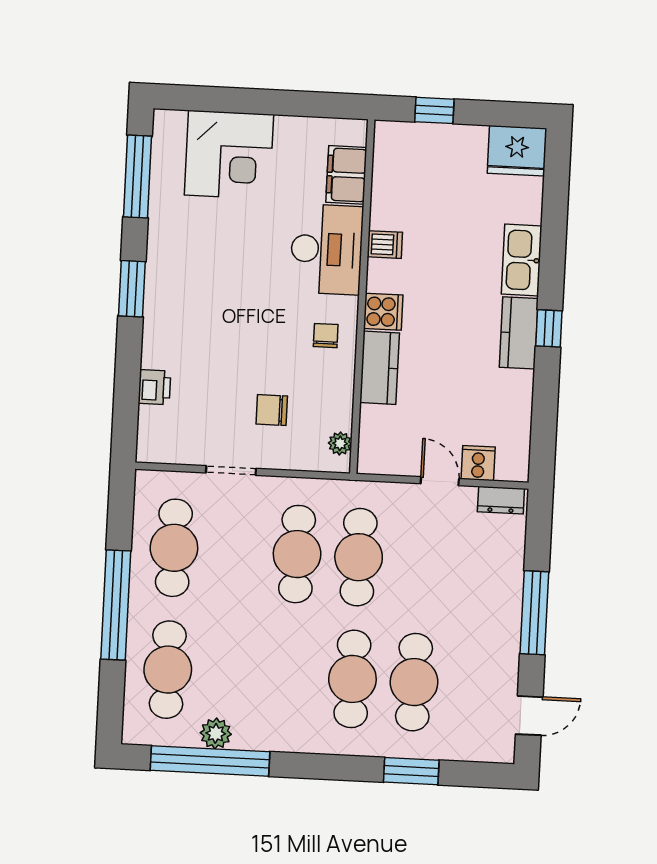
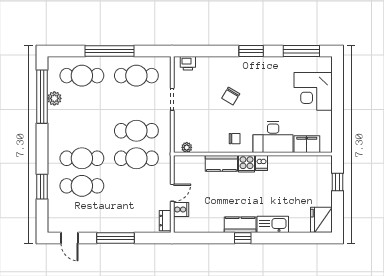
dishwasher: (385, 245) -> (261, 163), moved
printer: (154, 387) -> (188, 63), moved
chair: (272, 410) -> (231, 96), moved, turned -149

